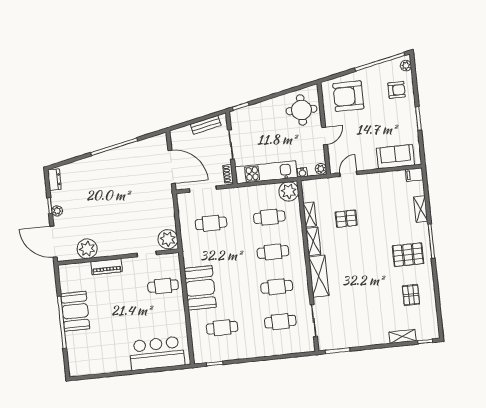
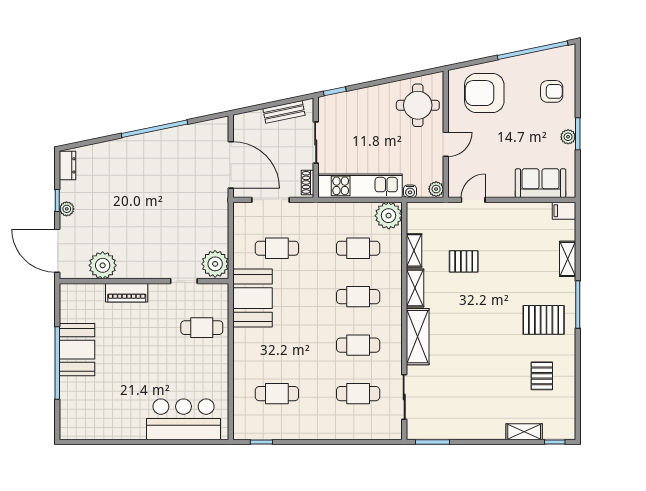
plant: (406, 66) -> (568, 137), moved
booth: (200, 288) -> (252, 298), moved

